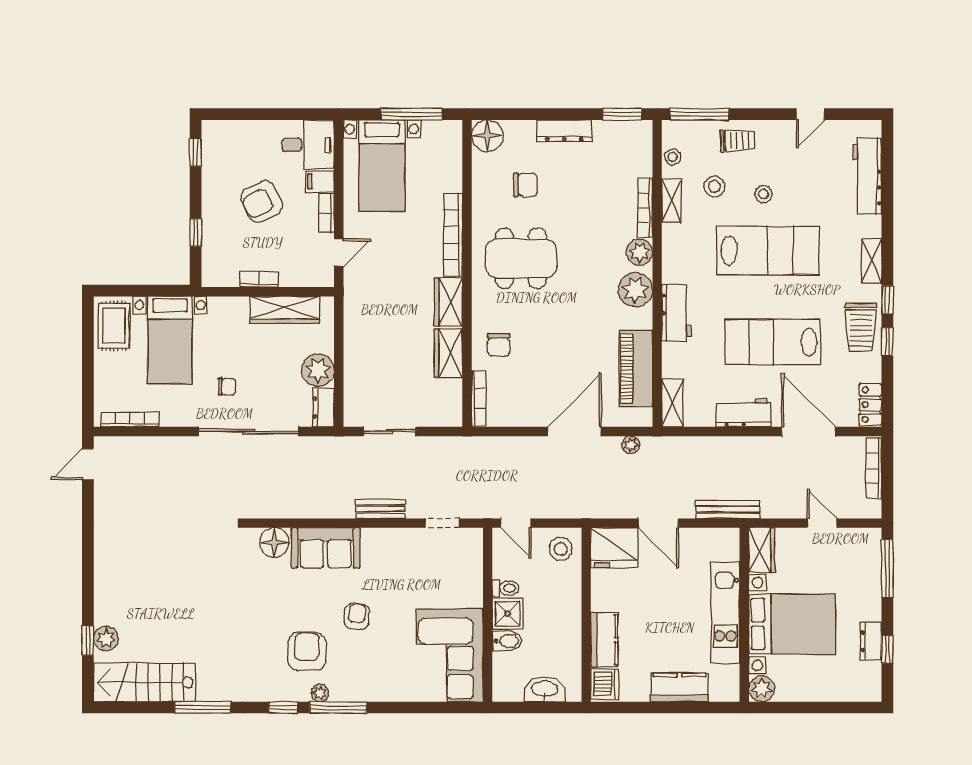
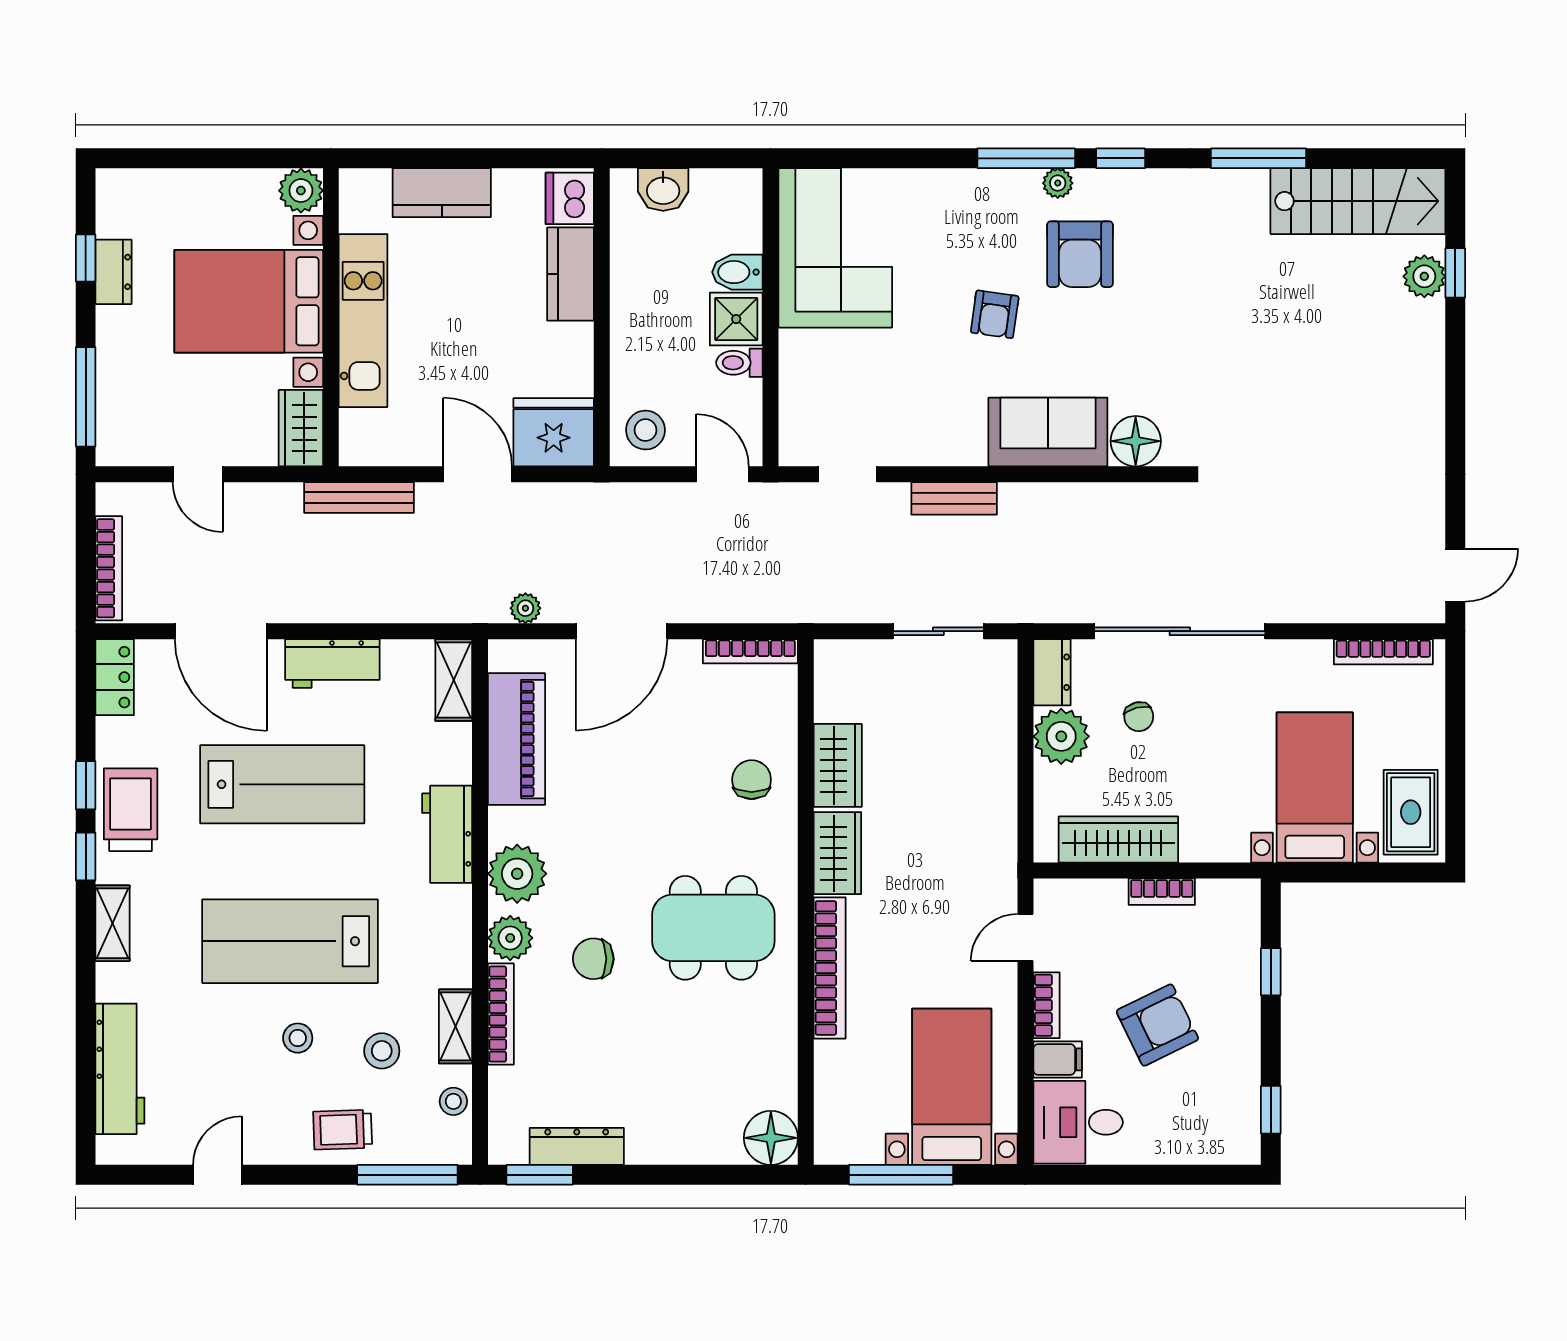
dresser: (564, 131) -> (577, 1146), moved
chair: (525, 185) -> (593, 959), moved
chair: (227, 387) -> (1139, 717), moved, turned -104
bookcase: (479, 398) -> (750, 651), moved, turned -90
washbasin: (545, 689) -> (663, 190), width x0.72

